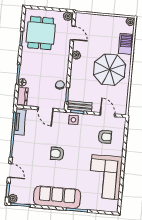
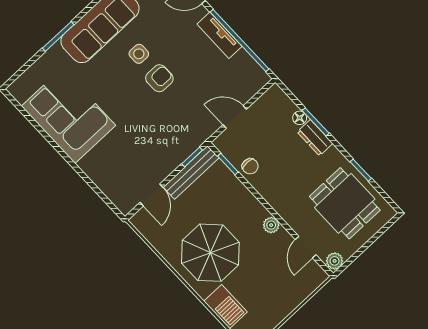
door: (73, 33) -> (306, 247), hinge flipped
dresser: (22, 96) -> (315, 138), moved
bench: (80, 106) -> (191, 172), width x1.36
door: (107, 115) -> (152, 195), hinge flipped
side table: (73, 120) -> (139, 54), moved
tv unit: (20, 122) -> (219, 35), moved
armchair: (105, 137) -> (124, 164), removed

